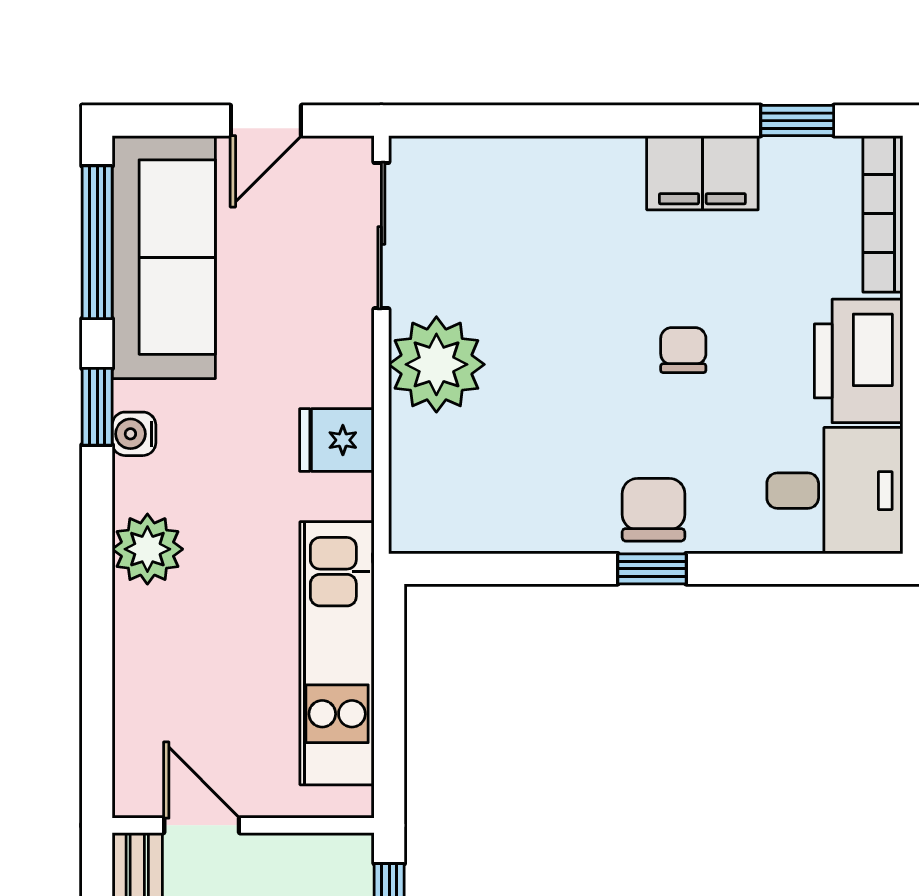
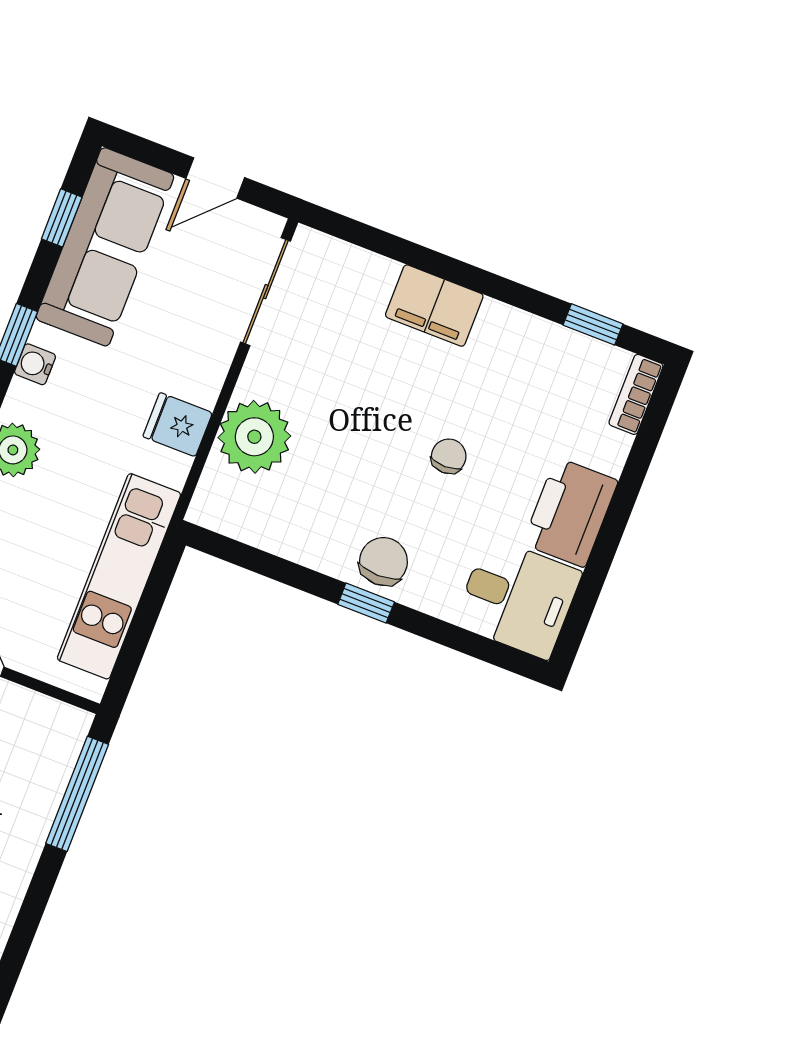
filing cabinet: (702, 173) -> (434, 306), moved
bookcase: (883, 214) -> (636, 394), width x0.64
window: (97, 242) -> (62, 218), width x0.46
plant: (436, 364) -> (254, 437), moved

